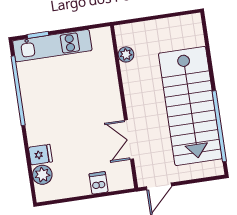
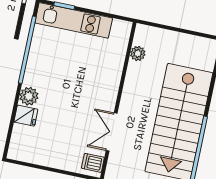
plant: (42, 175) -> (29, 96), moved
dishwasher: (99, 183) -> (93, 163), moved, turned -90

